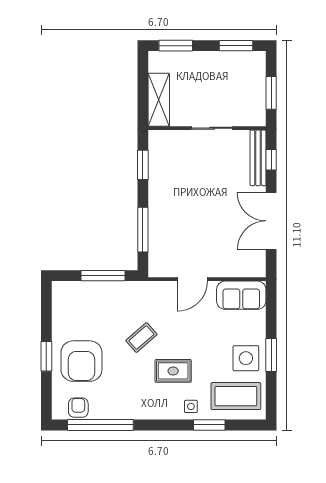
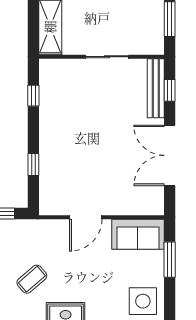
window: (143, 165) -> (33, 96), width x0.67
window: (143, 230) -> (33, 164), width x0.46
window: (271, 355) -> (170, 260), moved

